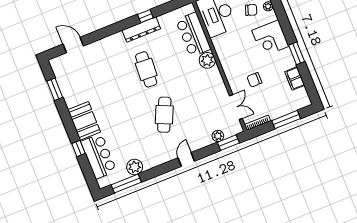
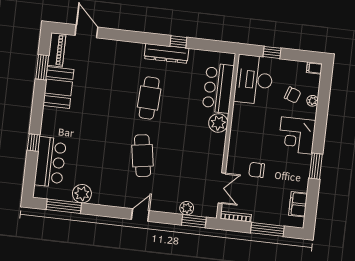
piano: (59, 71) -> (57, 50), added
filing cabinet: (295, 78) -> (298, 204), moved
cafe table: (164, 115) -> (143, 156), turned -33
booth: (84, 121) -> (58, 87), moved

